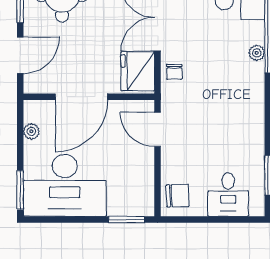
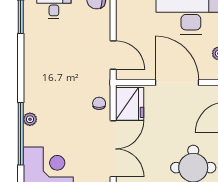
door: (81, 97) -> (177, 82), hinge flipped

